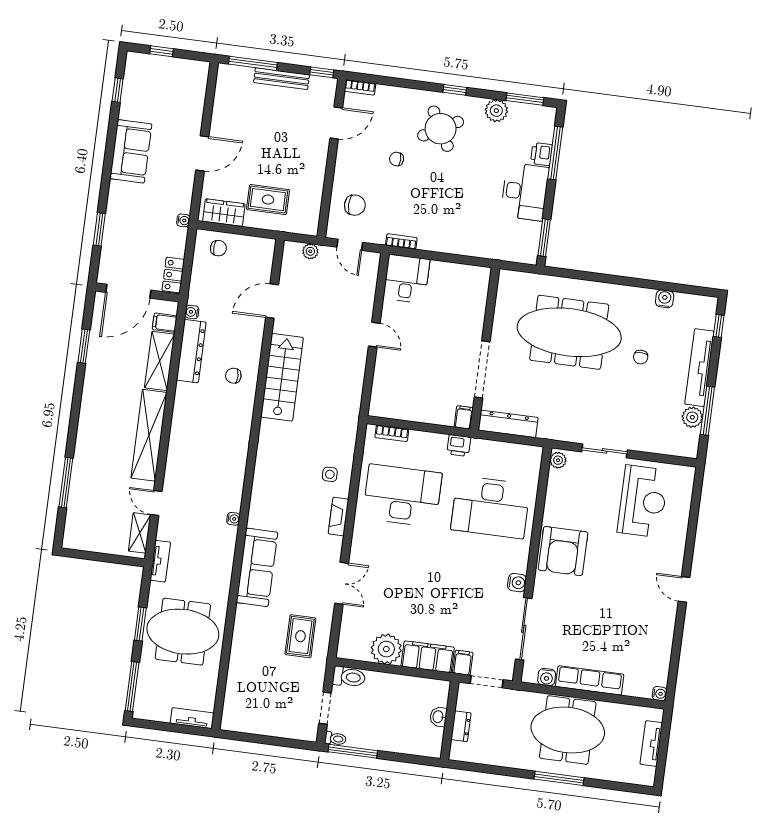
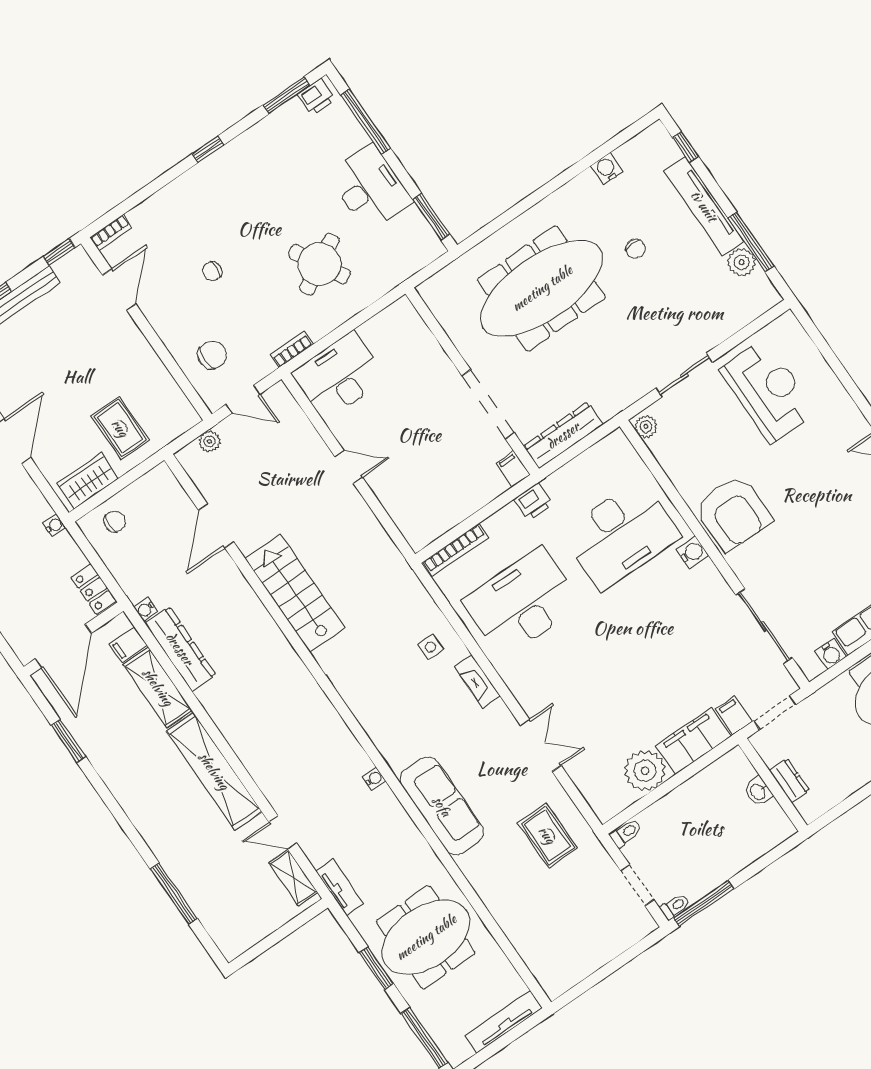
plant: (496, 111) -> (268, 133), removed
round table: (441, 129) -> (319, 264), moved
printer: (541, 154) -> (316, 97), moved, turned -90
rug: (268, 200) -> (120, 428), turned 90
desk: (407, 279) -> (339, 376), width x1.37
chair: (233, 376) -> (245, 636), removed
bookcase: (392, 433) -> (455, 550), width x1.56
water cooler: (517, 583) -> (692, 552), moved
toilet: (349, 677) -> (626, 833), width x0.73, depth x0.72
tv unit: (192, 718) -> (504, 1022), width x1.41

